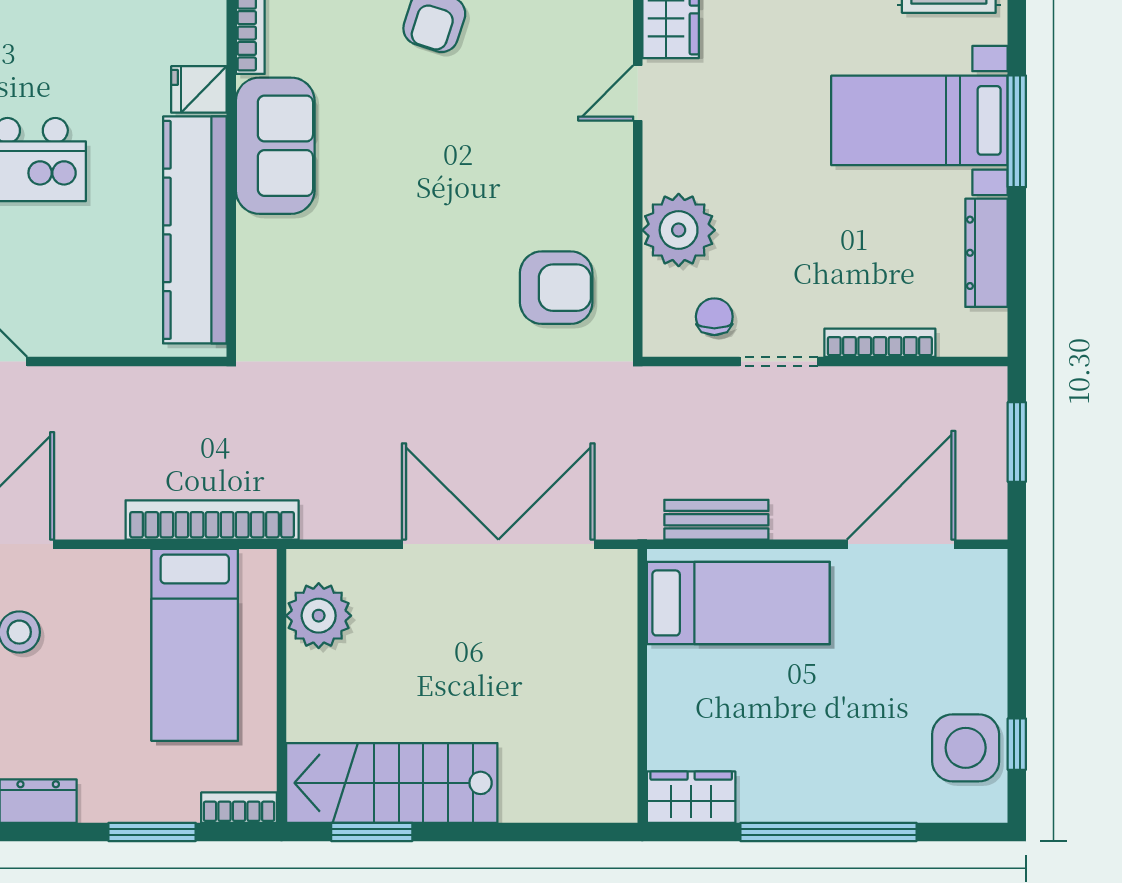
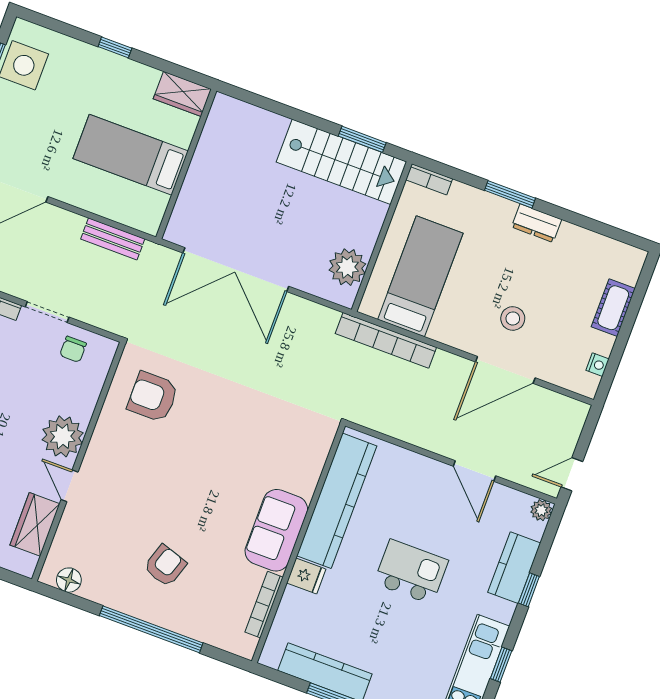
door: (638, 93) -> (69, 486), swing flipped
plant: (679, 230) -> (63, 436), moved
bed: (738, 603) -> (131, 155), moved
window: (152, 832) -> (510, 194), moved
window: (829, 832) -> (115, 47), width x0.32

